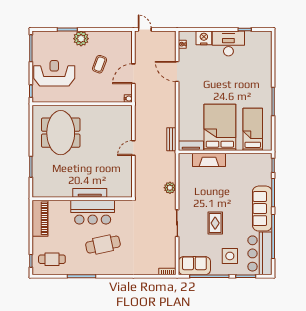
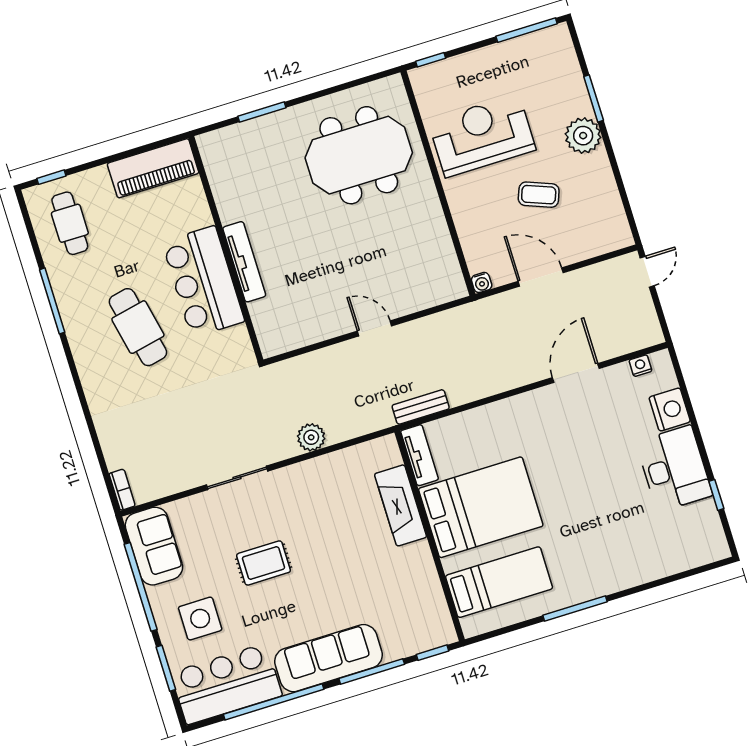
reception desk: (54, 73) -> (482, 136), moved, turned -90

